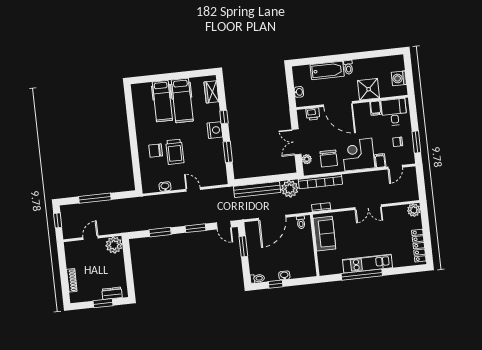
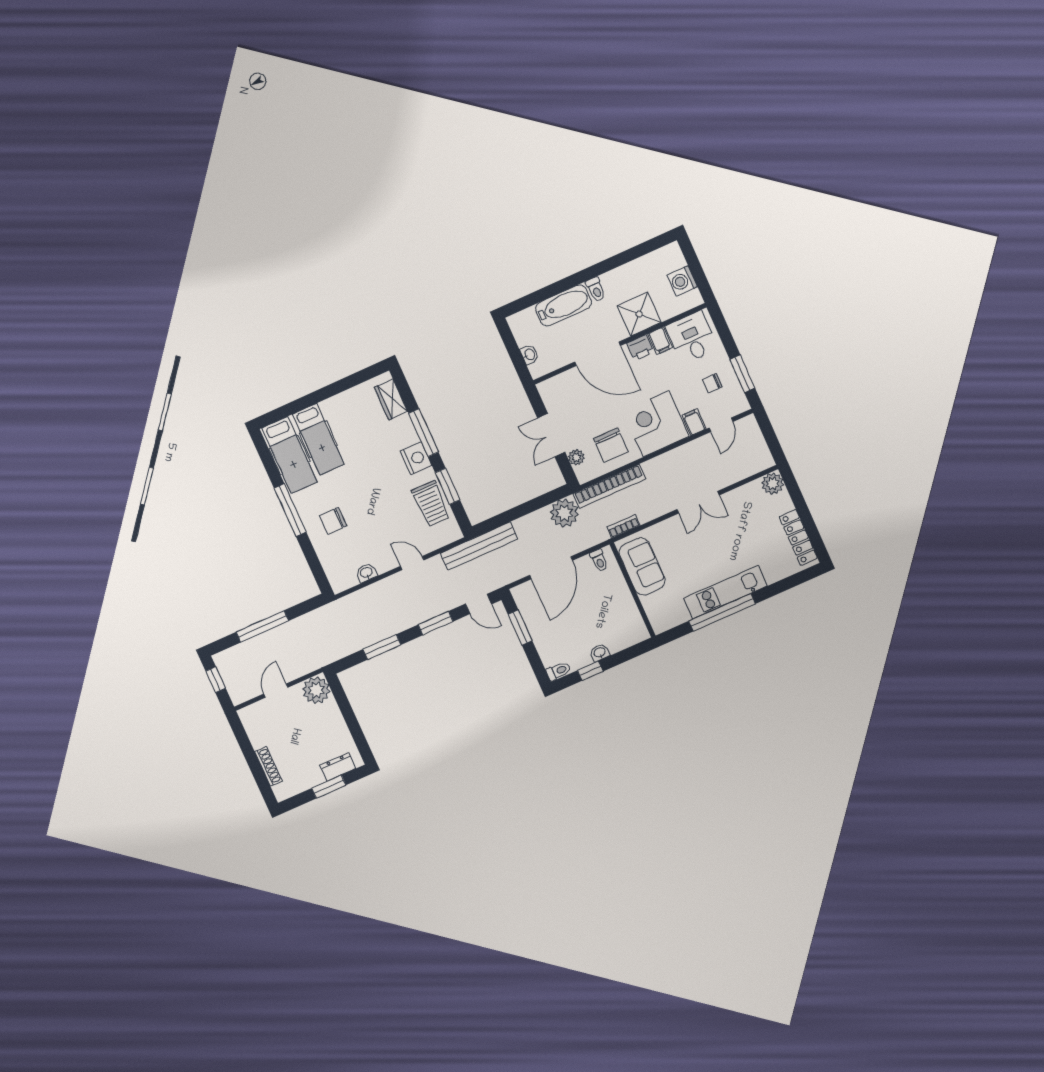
hospital bed: (182, 100) -> (289, 455), moved
printer: (313, 114) -> (640, 348), moved
window: (224, 117) -> (424, 433), width x2.17
window: (133, 136) -> (290, 510), added
trolley: (175, 152) -> (431, 504), moved
bench: (257, 189) -> (479, 546), moved

